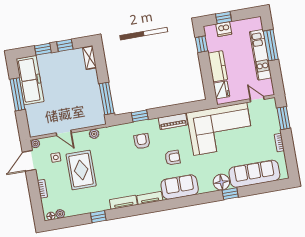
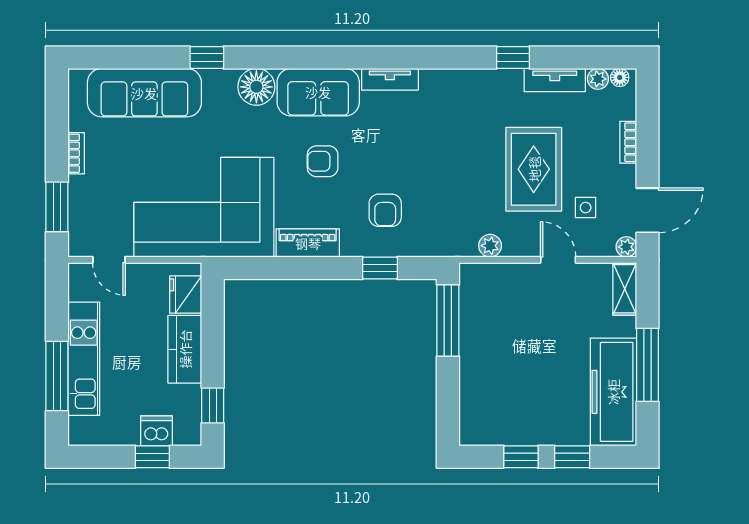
shelving: (89, 58) -> (625, 289), moved
floor lamp: (221, 182) -> (256, 87), moved
tv unit: (123, 202) -> (555, 80), moved

